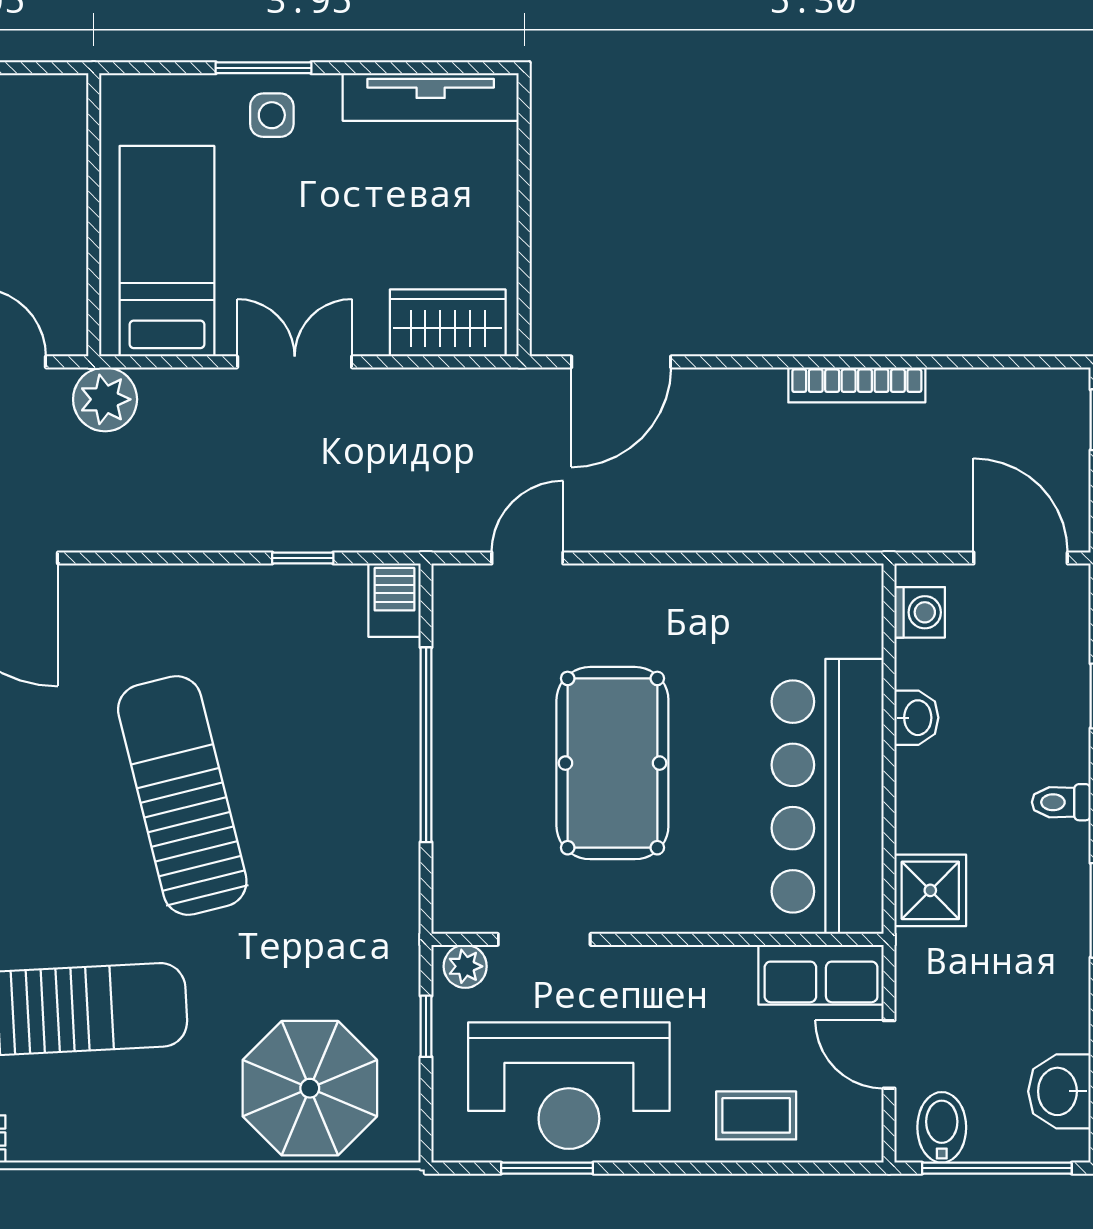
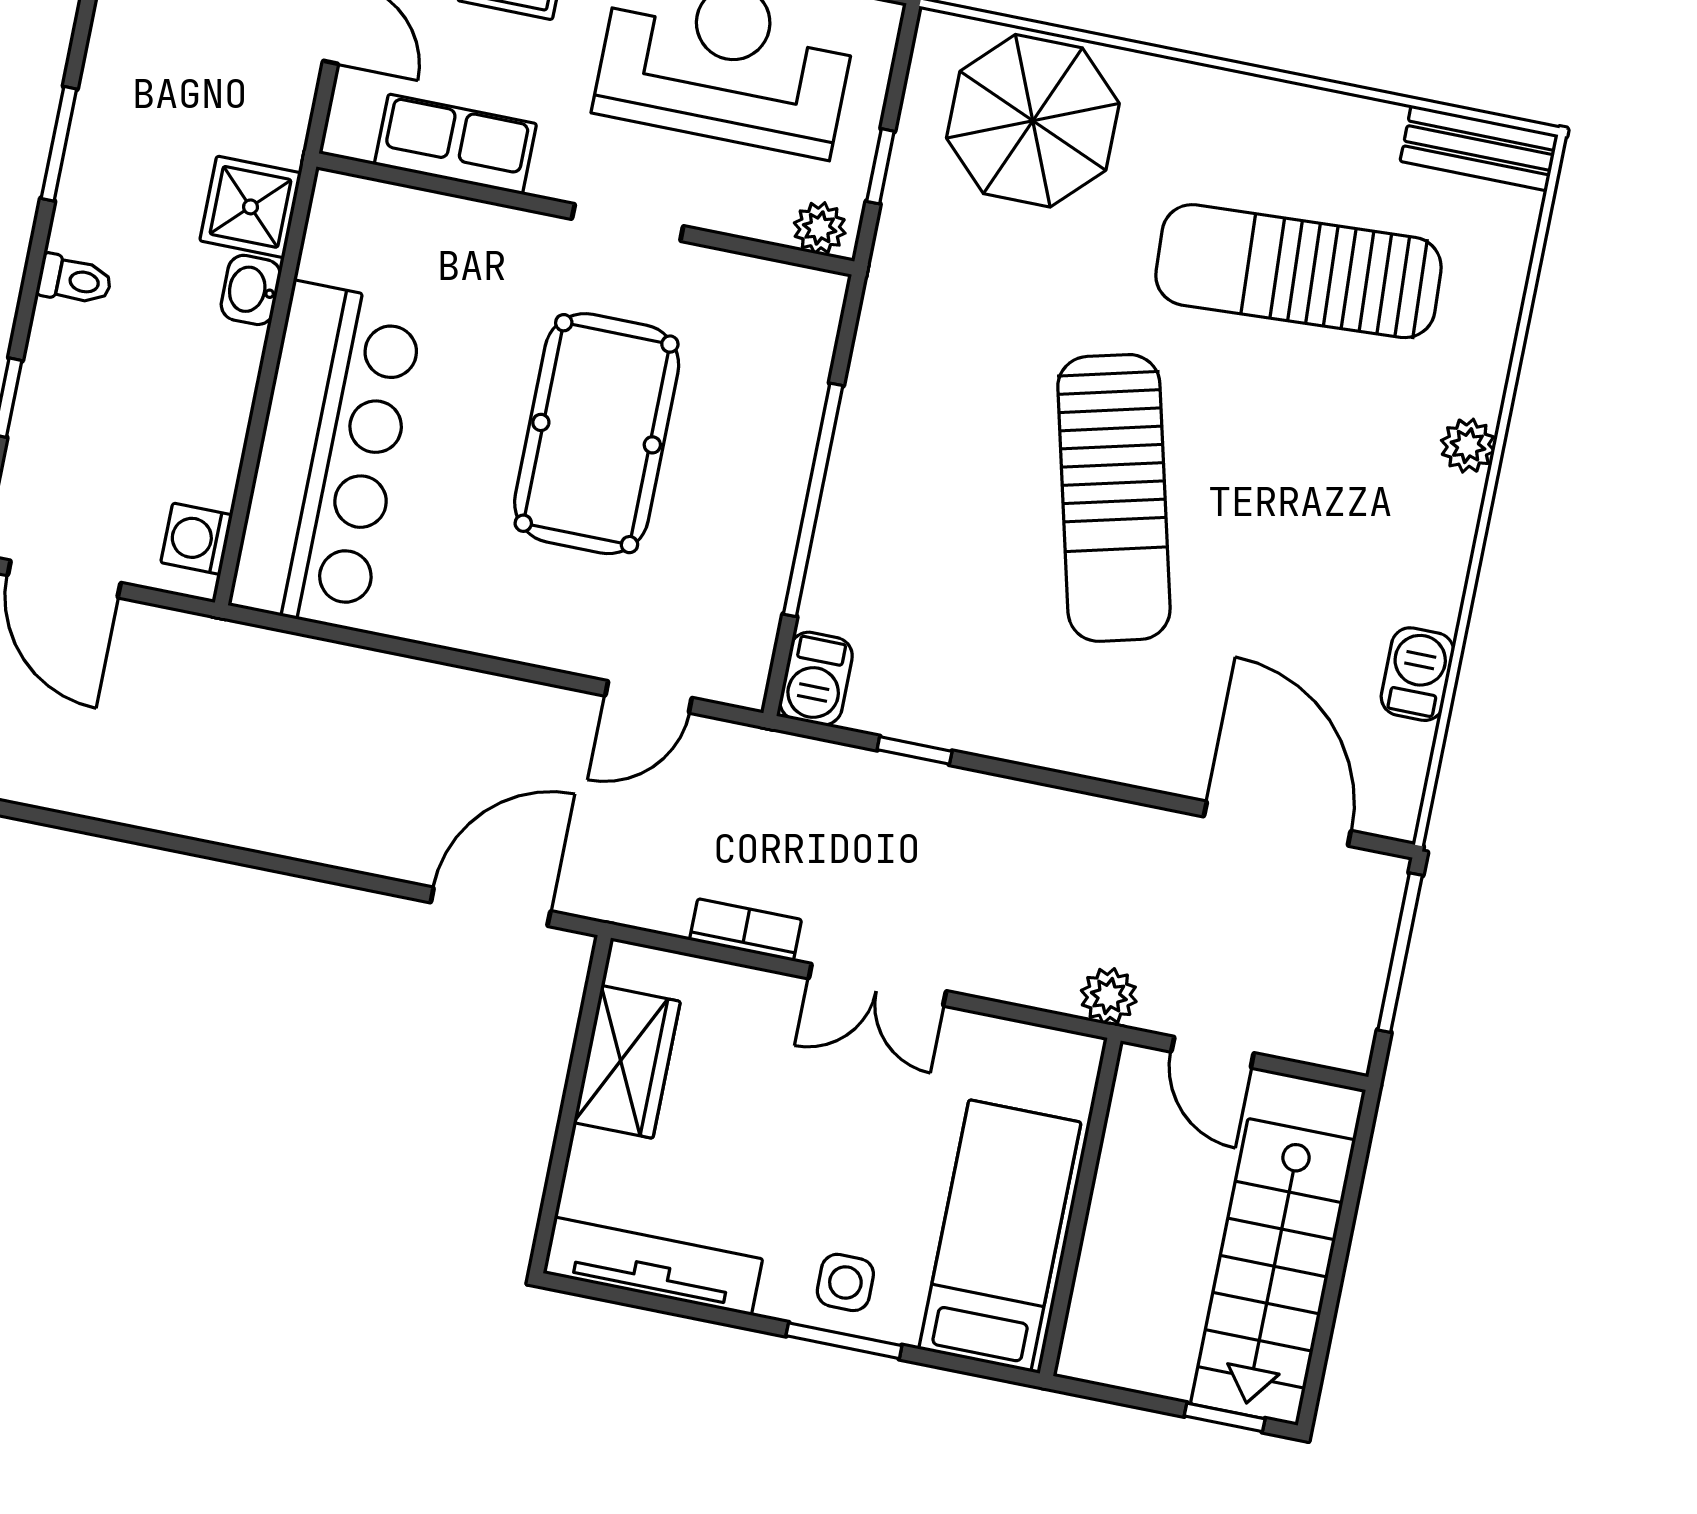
bed: (167, 251) -> (1000, 1236), moved, turned 180
wardrobe: (448, 323) -> (627, 1062), moved, turned -90
bookcase: (857, 385) -> (746, 930), moved, width x0.64
plant: (105, 399) -> (1109, 996), width x0.73, depth x0.73
washbasin: (916, 718) -> (251, 290), moved
bar counter: (828, 796) -> (327, 456), moved
doorway: (544, 939) -> (628, 223), moved
row of seats: (821, 975) -> (455, 144), moved

